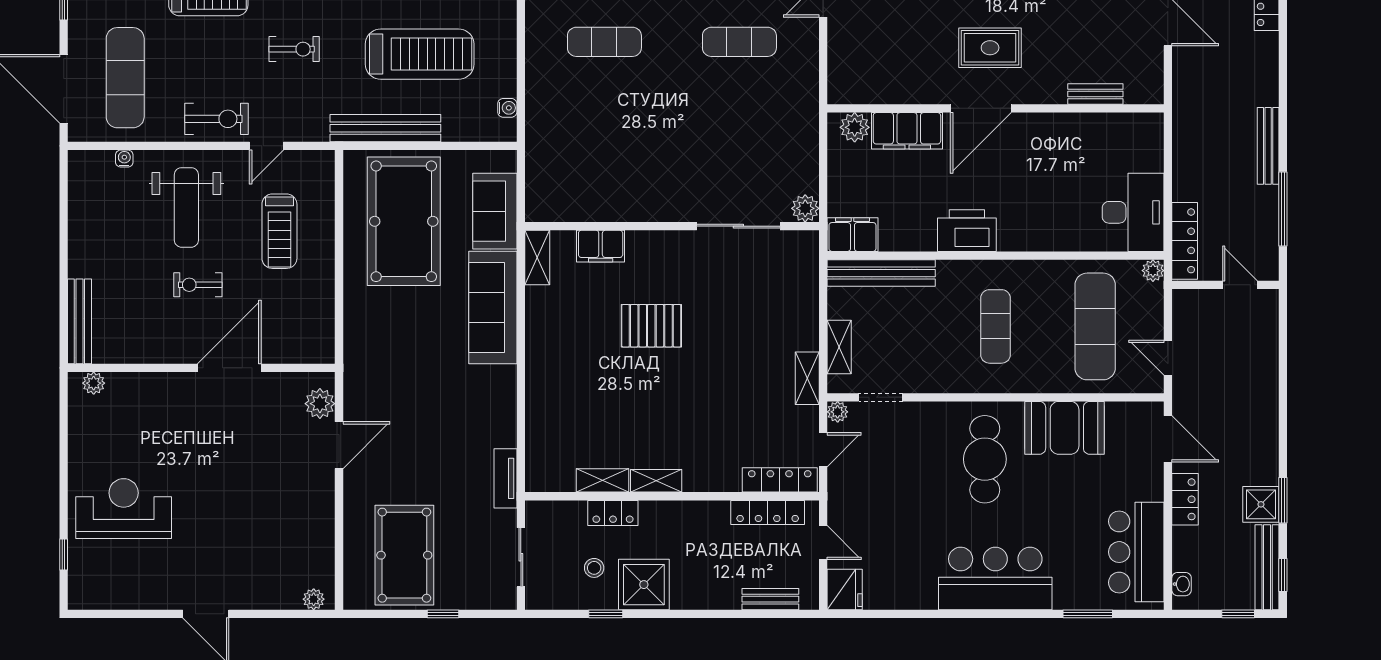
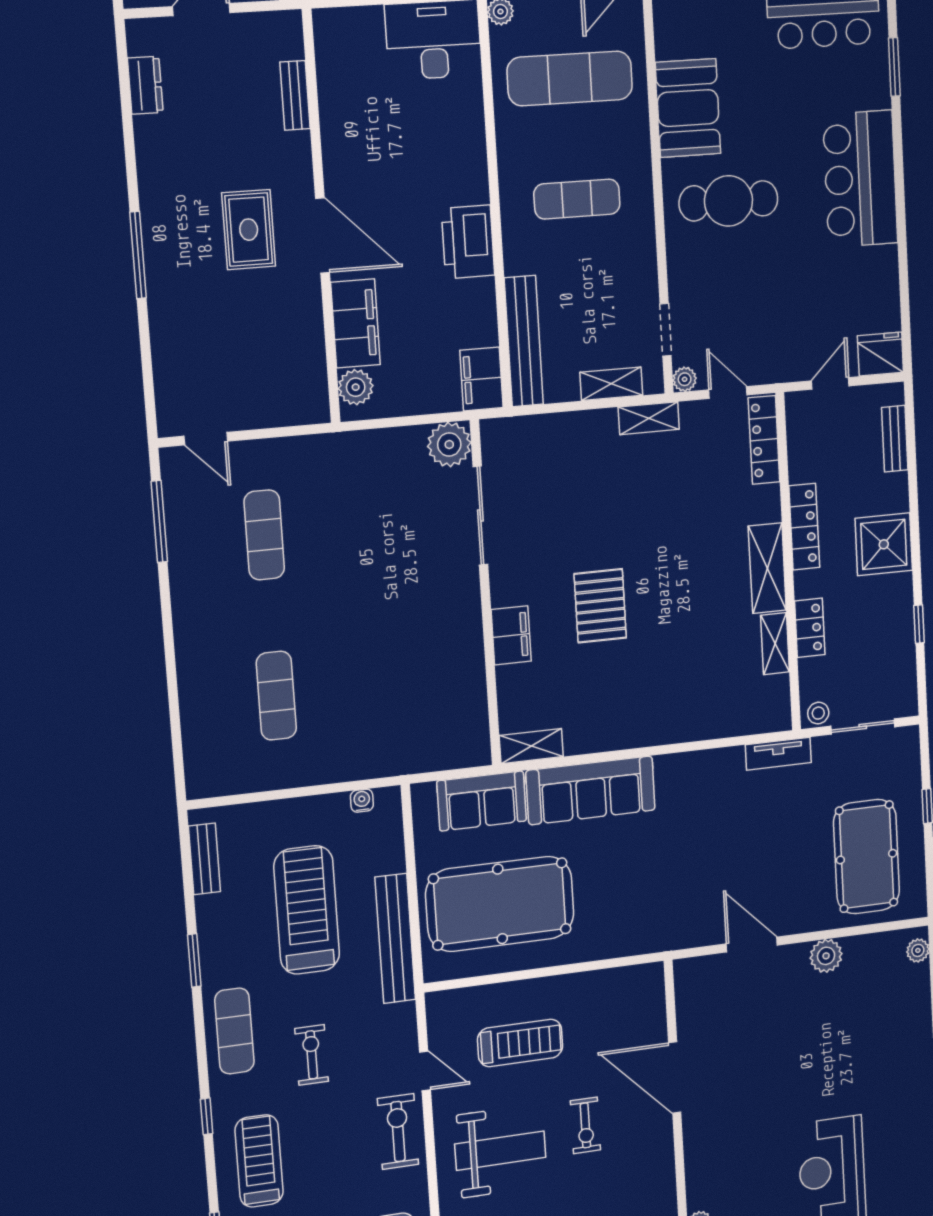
plant: (805, 208) -> (449, 444), width x1.36, depth x1.36
filing cabinet: (601, 246) -> (511, 635), moved
plant: (320, 404) -> (826, 956), moved
shelving: (656, 481) -> (767, 568), width x1.50, depth x1.33
locker: (768, 512) -> (804, 527), moved
pool table: (404, 555) -> (867, 857), turned 90
stool: (594, 568) -> (818, 713), moved
shower: (644, 585) -> (884, 544), moved

